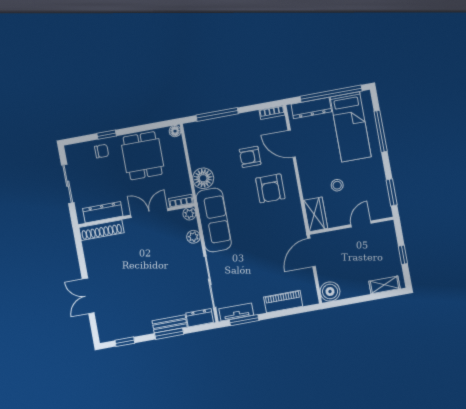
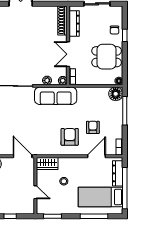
floor lamp: (203, 178) -> (116, 94), moved
armchair: (270, 188) -> (70, 137), turned 90
double door: (149, 213) -> (68, 54), swing flipped

